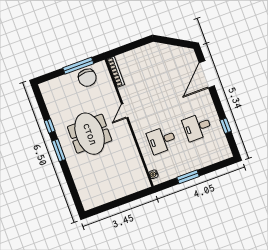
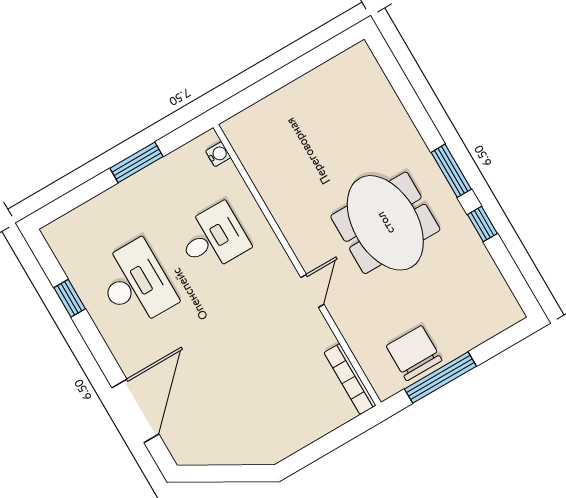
desk: (197, 127) -> (136, 284), width x1.37

